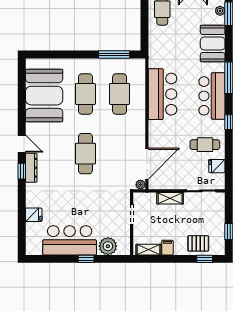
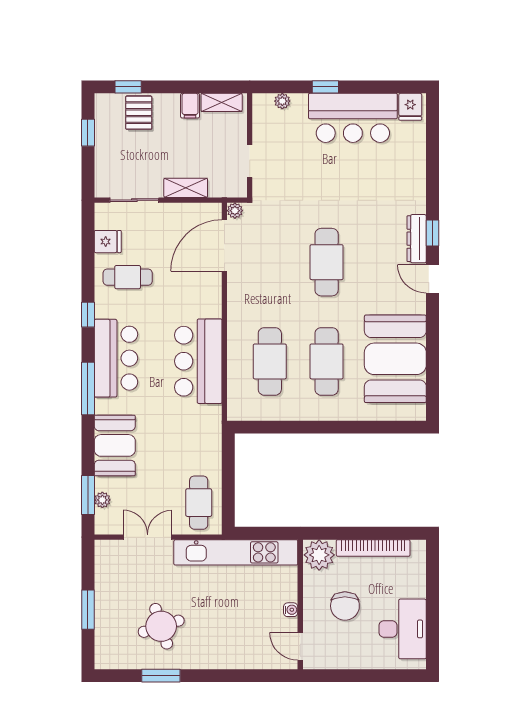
window: (114, 54) -> (279, 427), removed
fridge: (34, 215) -> (410, 107), moved, turned -90
pallet: (198, 243) -> (139, 113), turned 90
plant: (108, 246) -> (282, 101), width x0.53, depth x0.53

